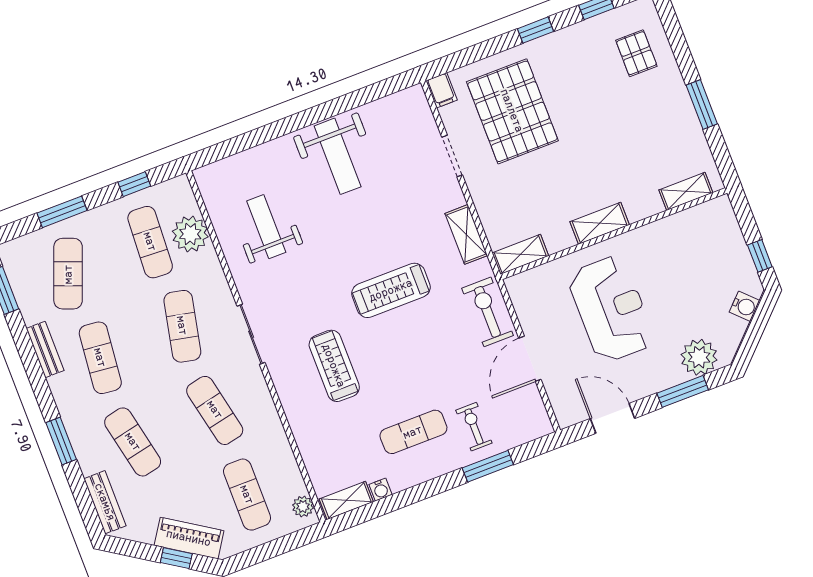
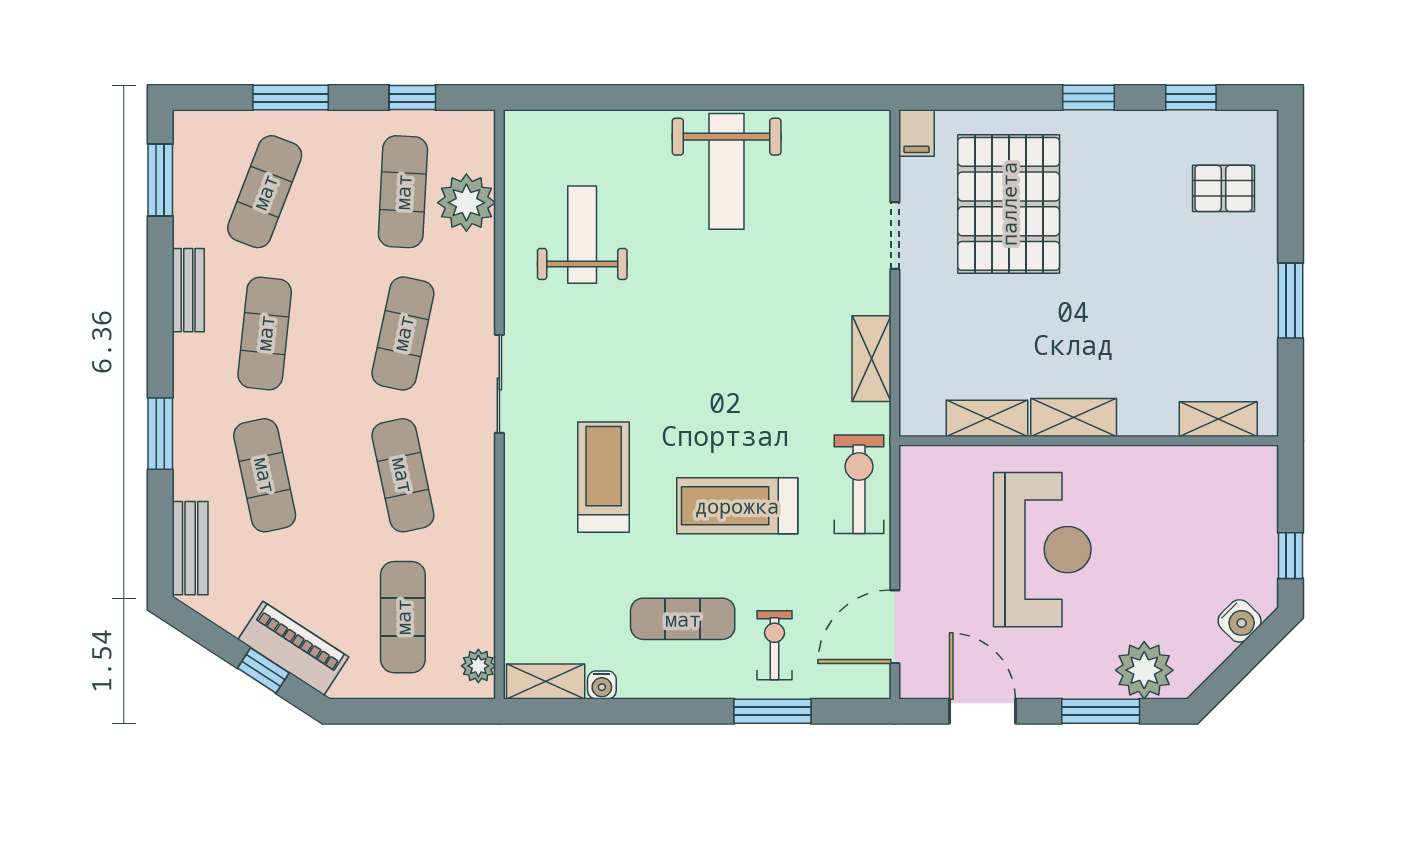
pallet: (636, 53) -> (1223, 188), turned 90
shelving: (520, 254) -> (987, 418), moved
treadmill: (391, 290) -> (737, 506), moved
door: (530, 359) -> (895, 627), moved

